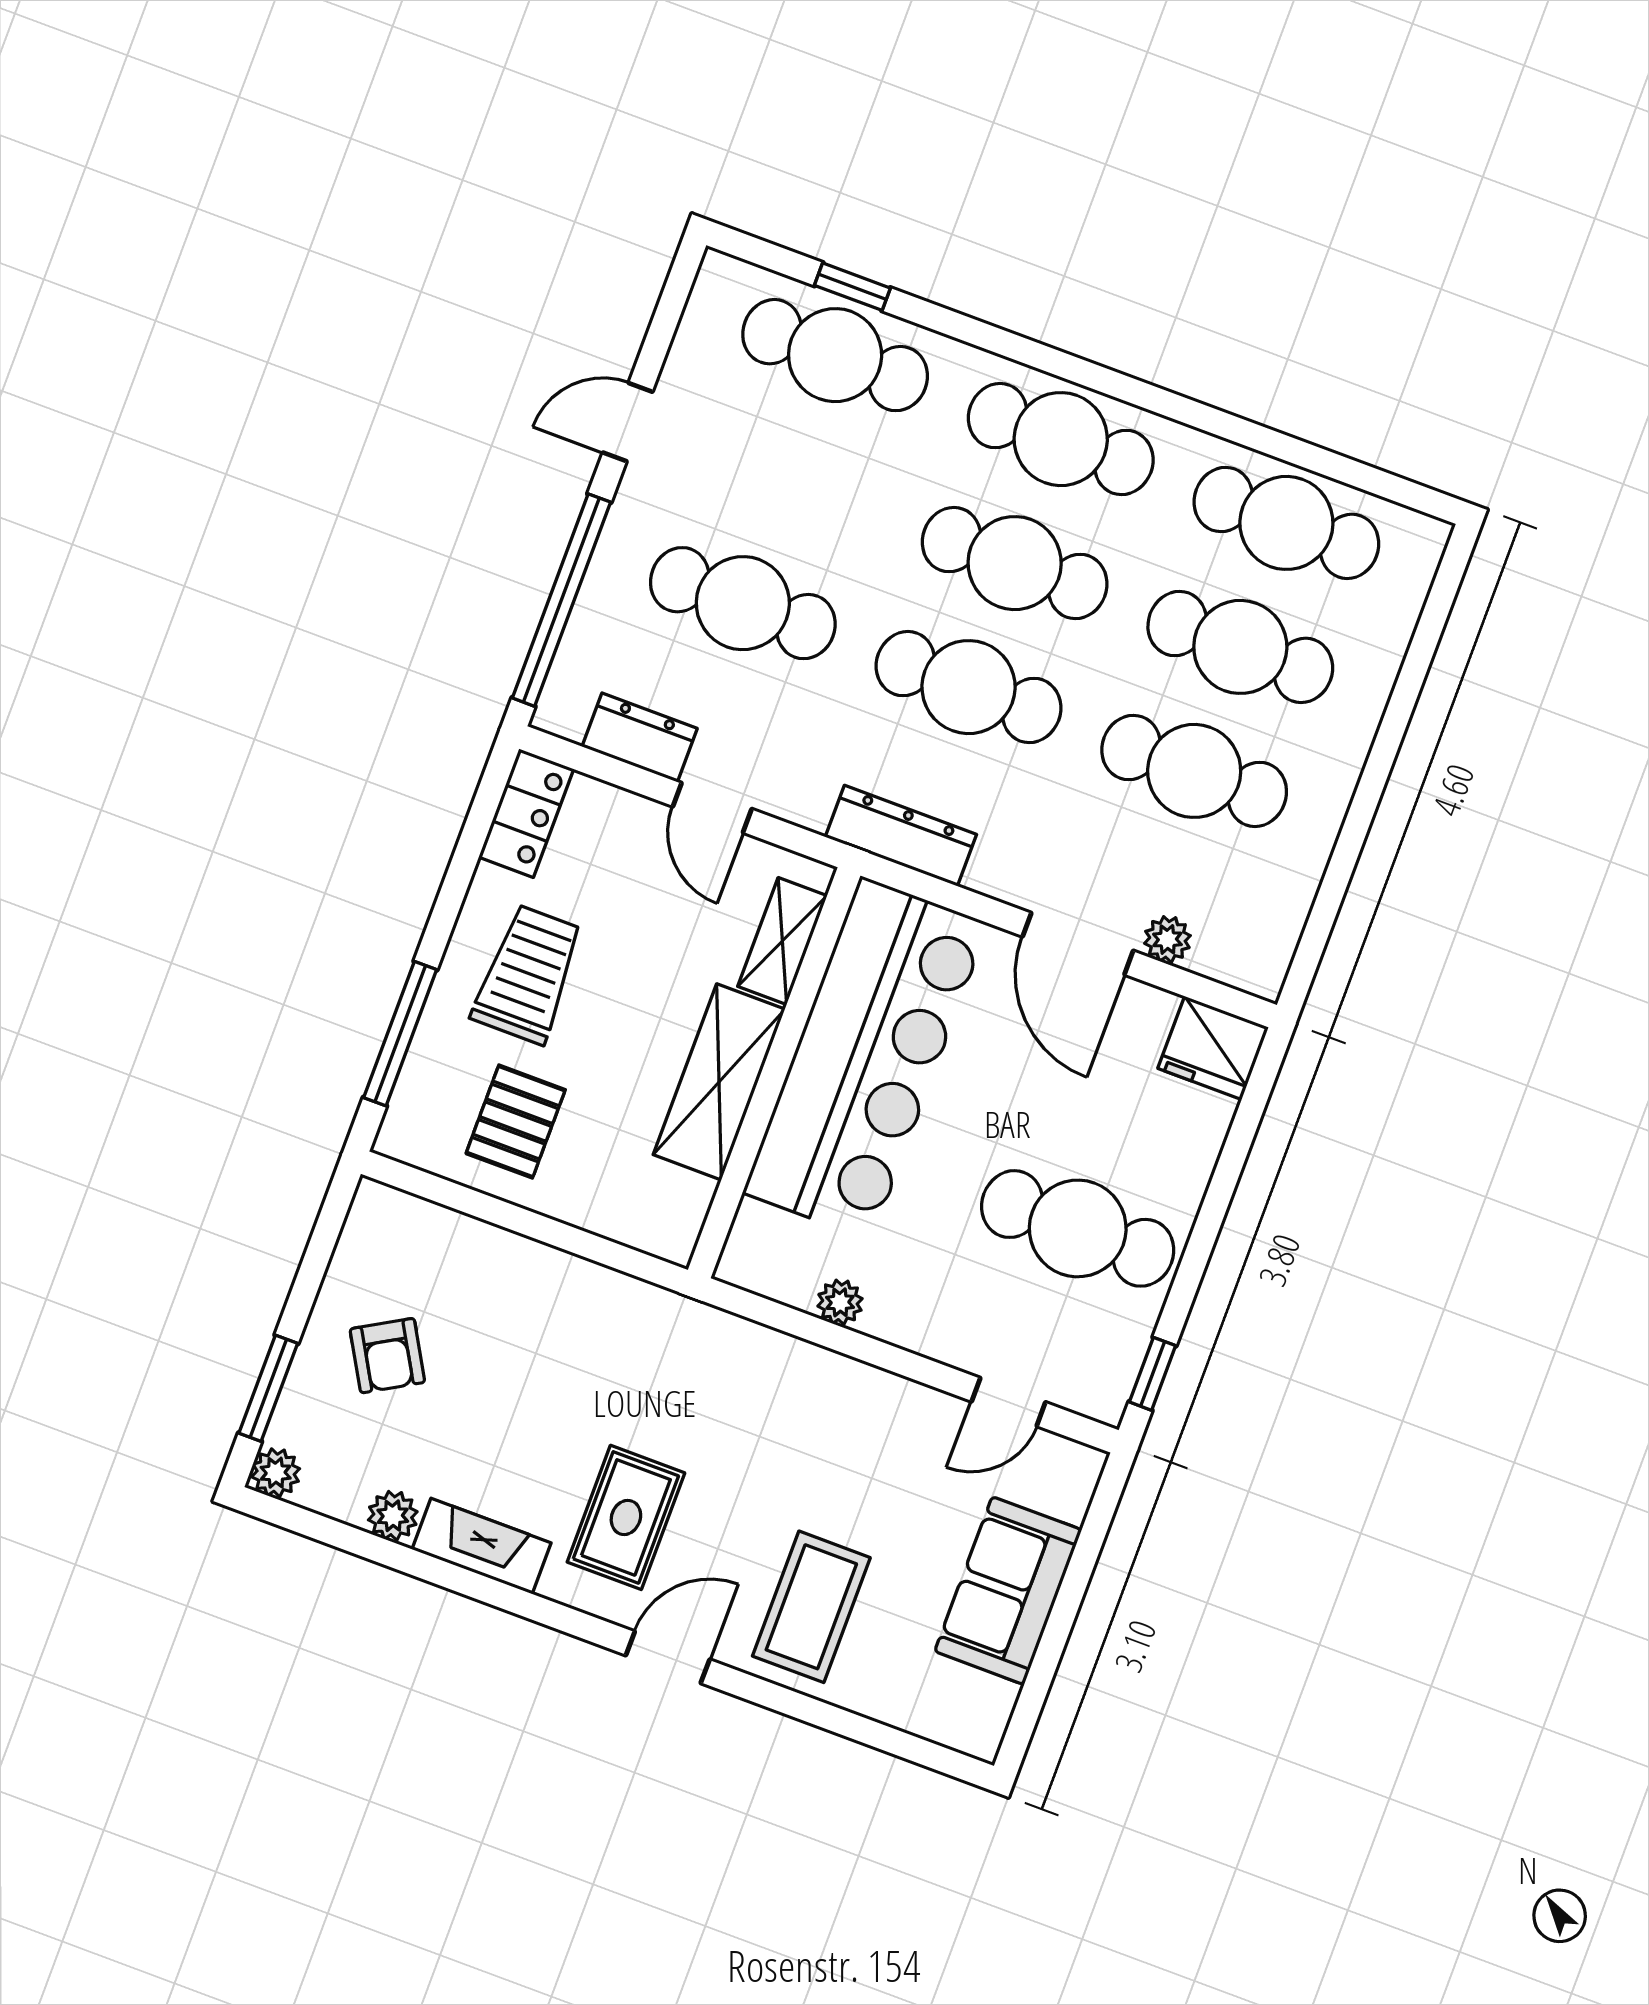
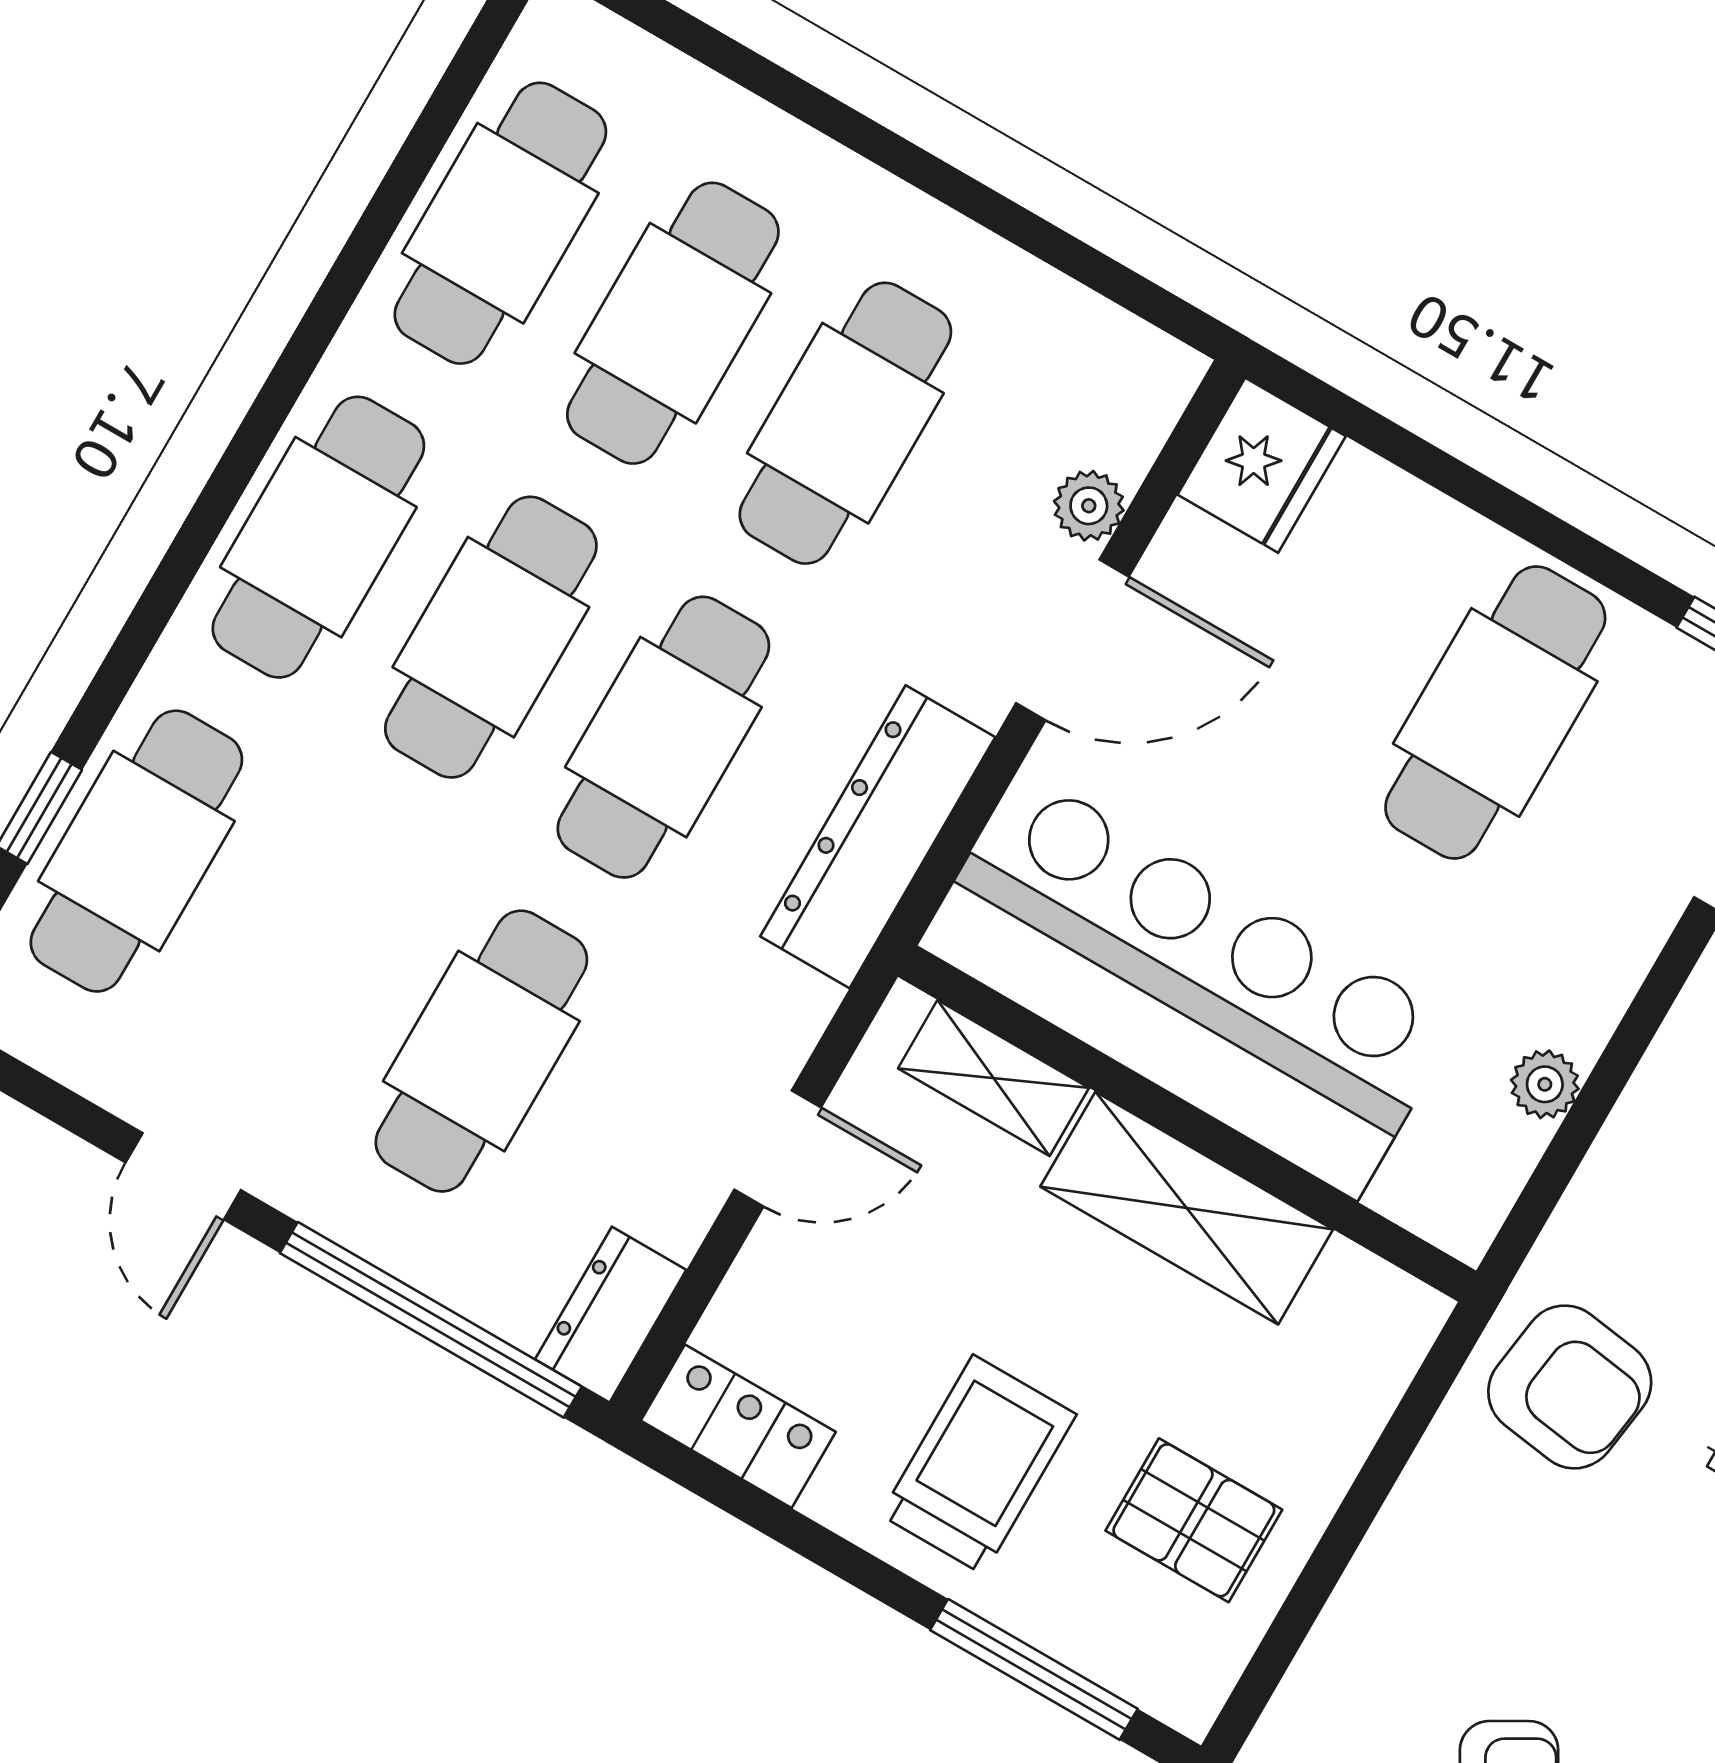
dresser: (640, 737) -> (611, 1315), moved
dresser: (901, 836) -> (878, 837), width x1.37, depth x1.24
trolley: (528, 974) -> (978, 1465), turned 90
armchair: (645, 1352) -> (1570, 1387), added

